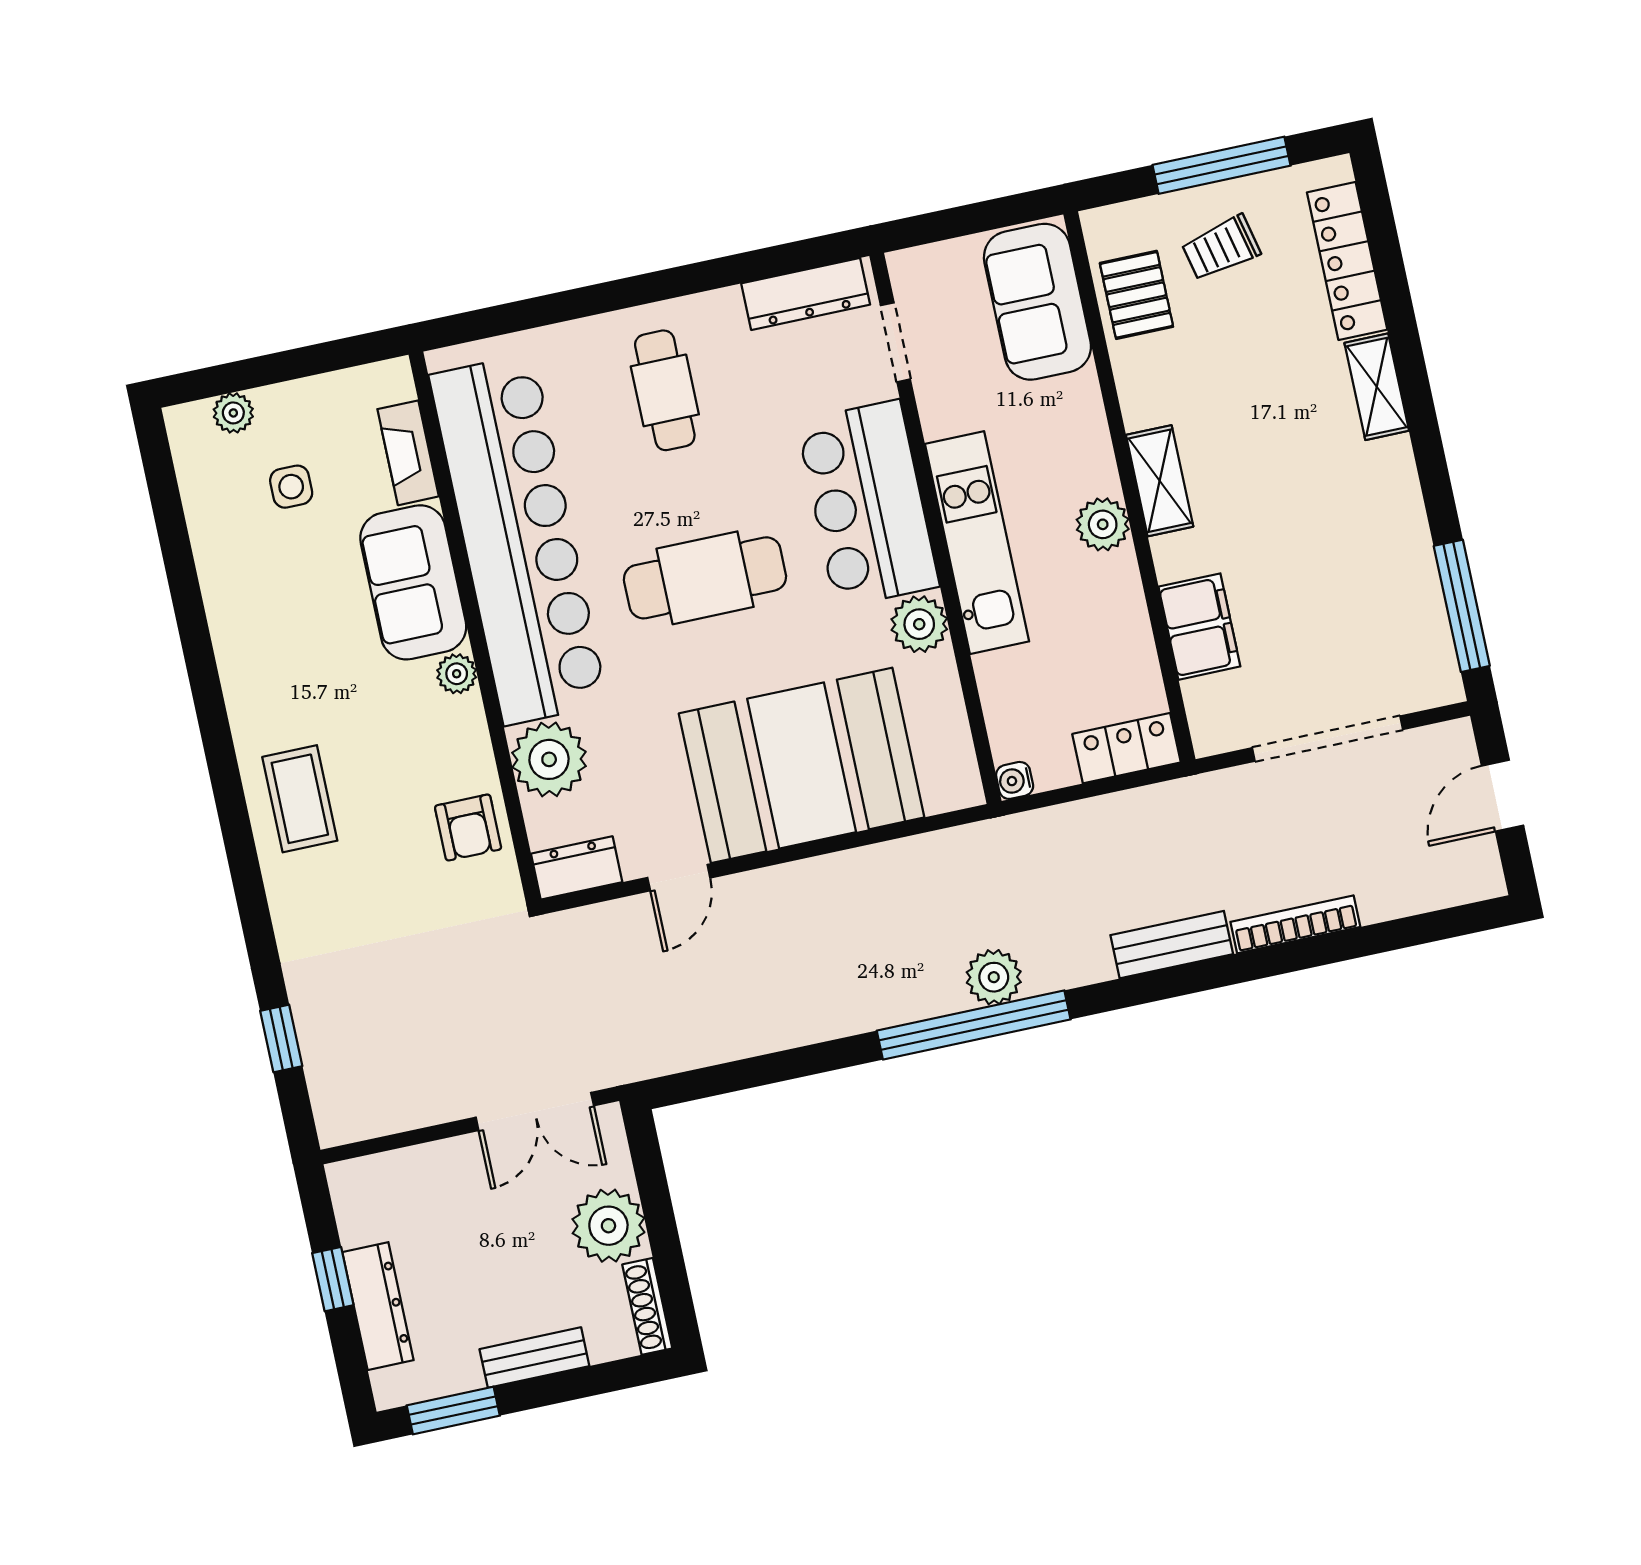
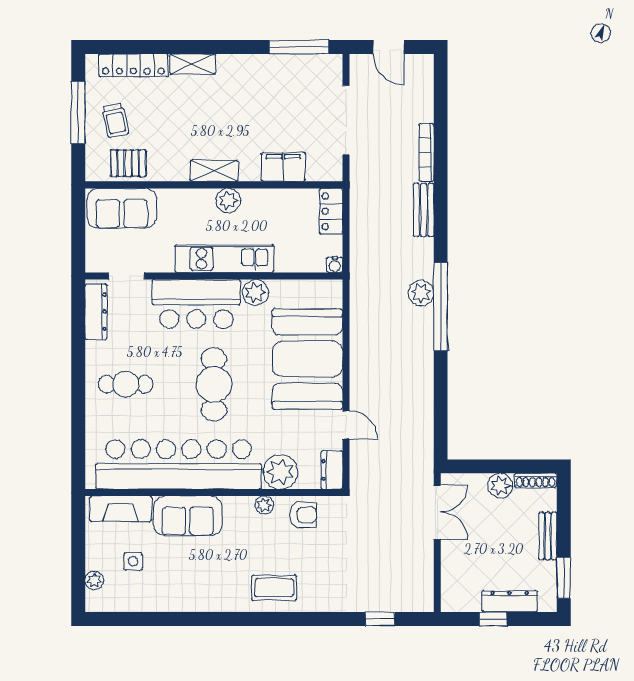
fireplace: (408, 453) -> (121, 509), width x1.37, depth x1.32
plant: (457, 674) -> (264, 505), moved
plant: (608, 1226) -> (500, 486), width x0.73, depth x0.73

